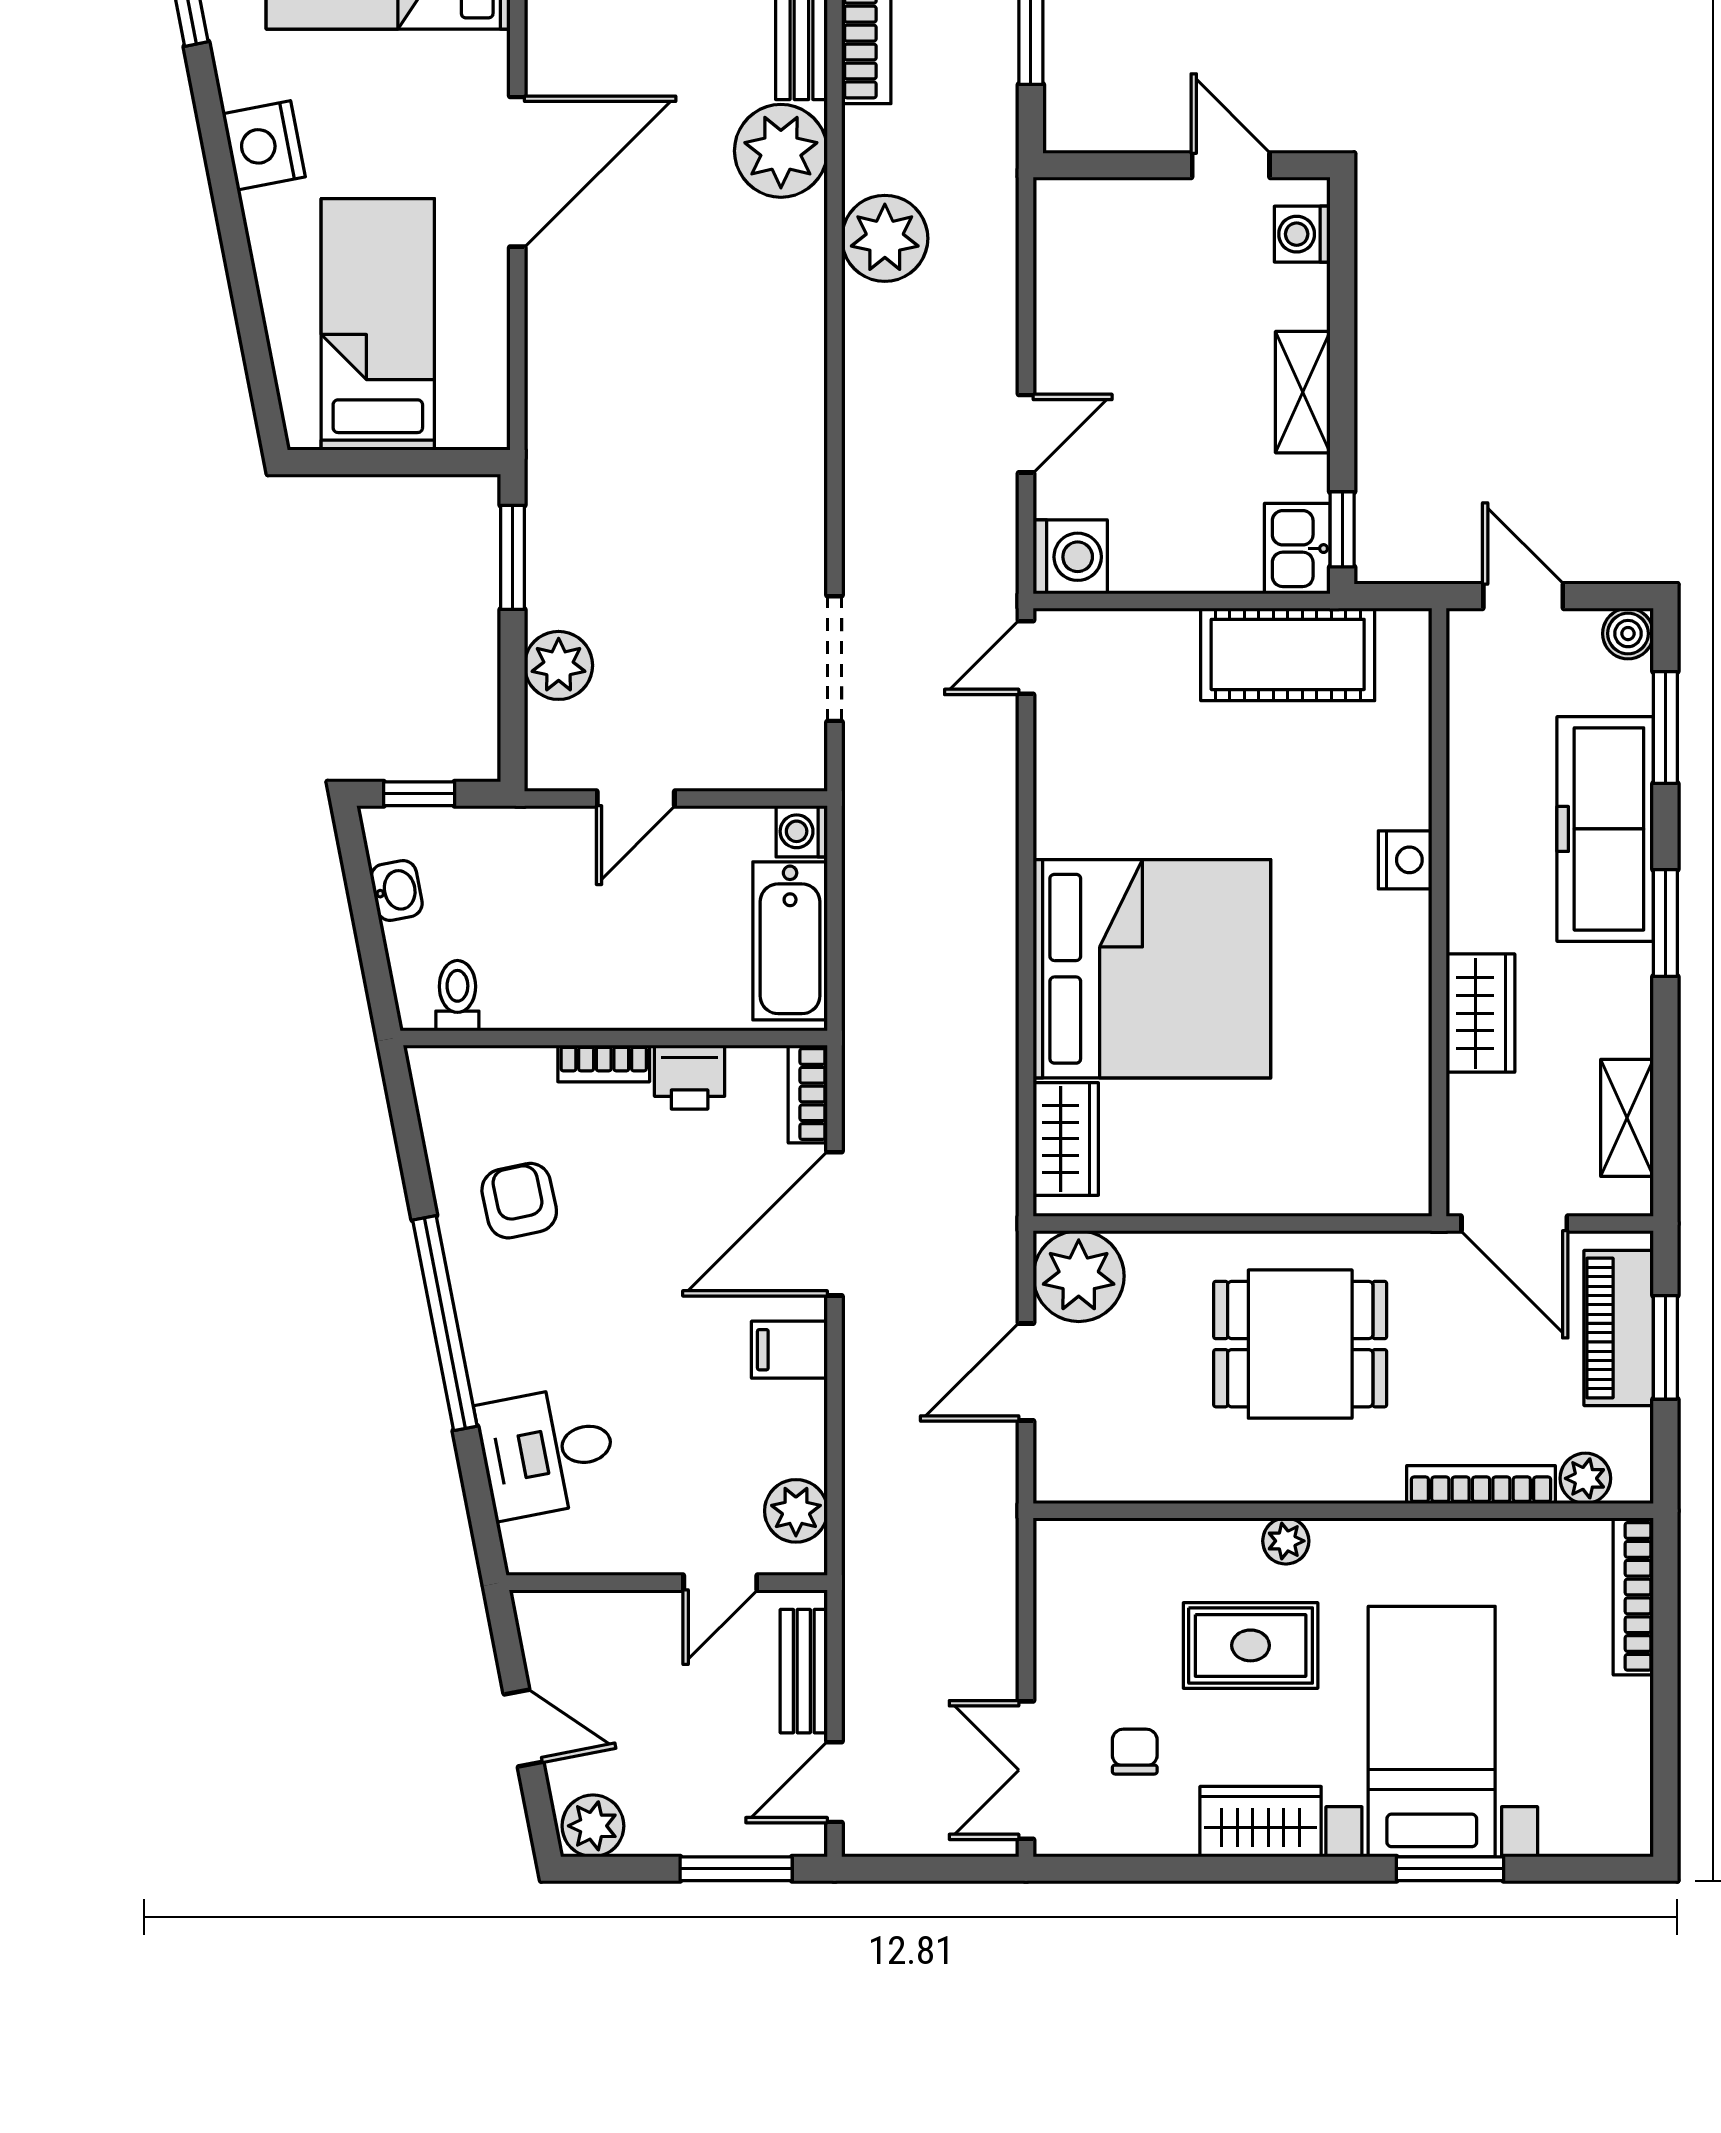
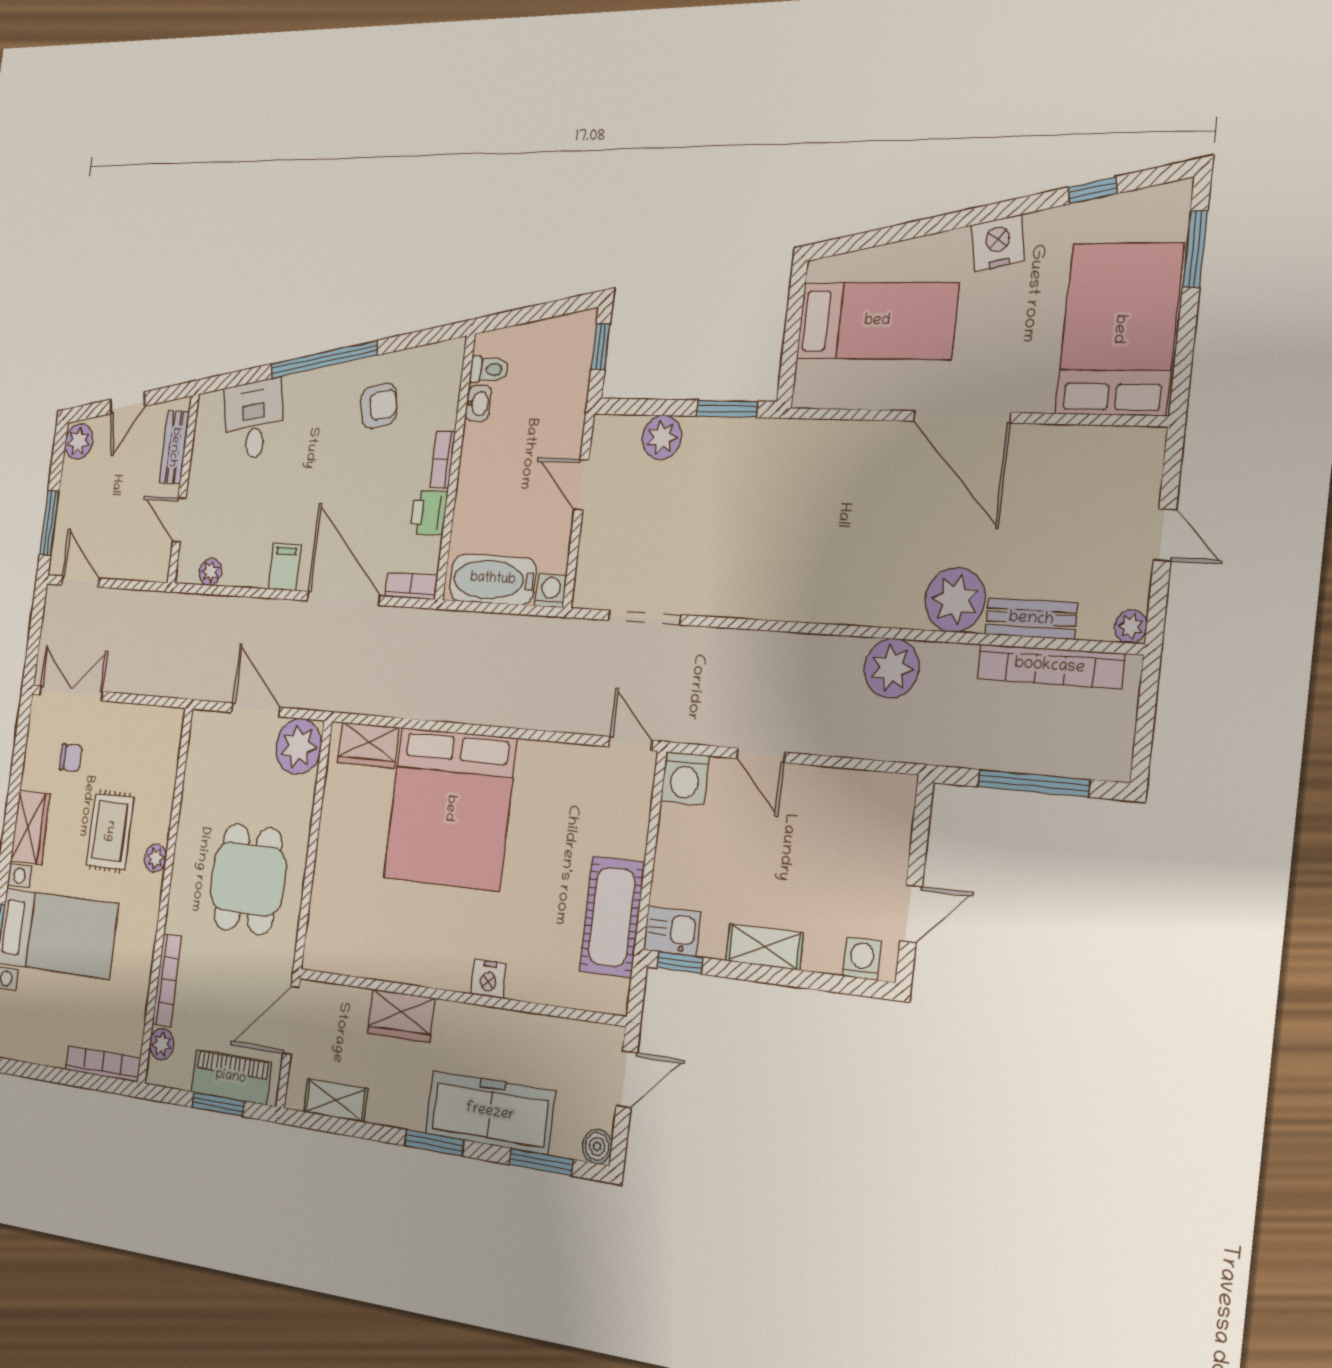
washbasin: (397, 890) -> (479, 403), moved, turned -79
plant: (796, 1511) -> (210, 572), width x0.73, depth x0.73
bench: (804, 1671) -> (174, 447), moved, turned 90

